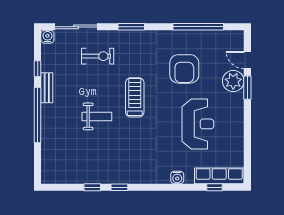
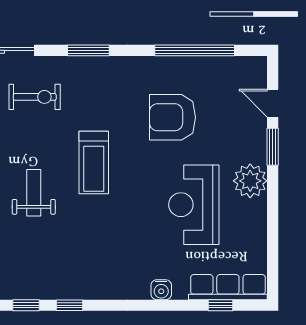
armchair: (184, 69) -> (172, 117), turned 90
plant: (233, 81) -> (250, 181), moved
treadmill: (135, 97) -> (94, 162), turned 180
weight bench: (97, 116) -> (34, 193), turned -90
reception desk: (198, 124) -> (194, 205), turned 180

